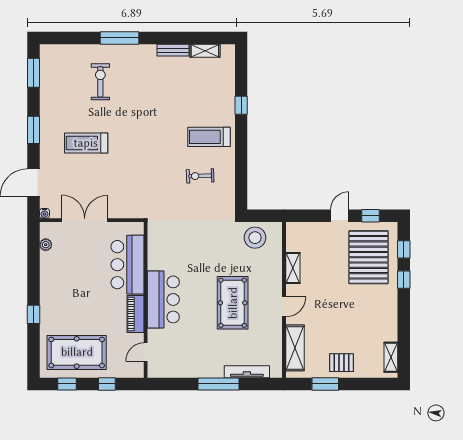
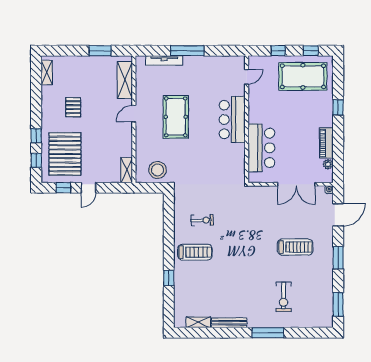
bench: (173, 50) -> (229, 323), width x1.36
shelving: (293, 268) -> (127, 170), moved
piano: (135, 314) -> (326, 143), moved, turned 180
pallet: (342, 363) -> (73, 107), moved, turned 90

